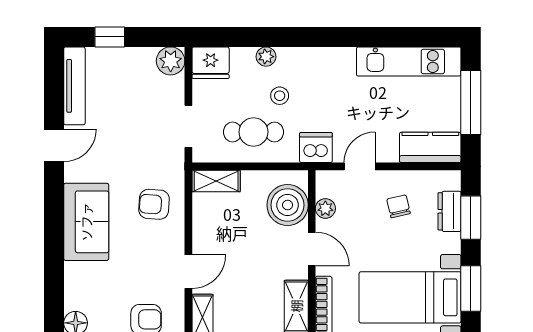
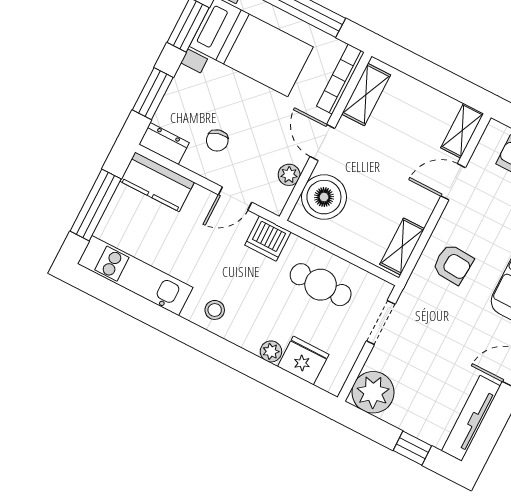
plant: (171, 61) -> (373, 392), width x1.36, depth x1.36
fridge: (211, 63) -> (303, 361), moved
stool: (280, 96) -> (215, 310), moved
shelving: (216, 181) -> (402, 246), moved, turned 90
dresser: (450, 211) -> (164, 144), moved, turned -90

